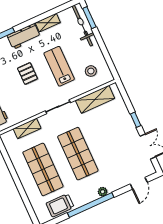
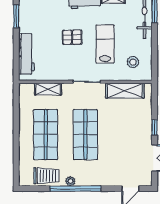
pallet: (27, 73) -> (72, 37), turned 90
plant: (103, 192) -> (70, 181), moved
trolley: (60, 205) -> (46, 176), turned 180

